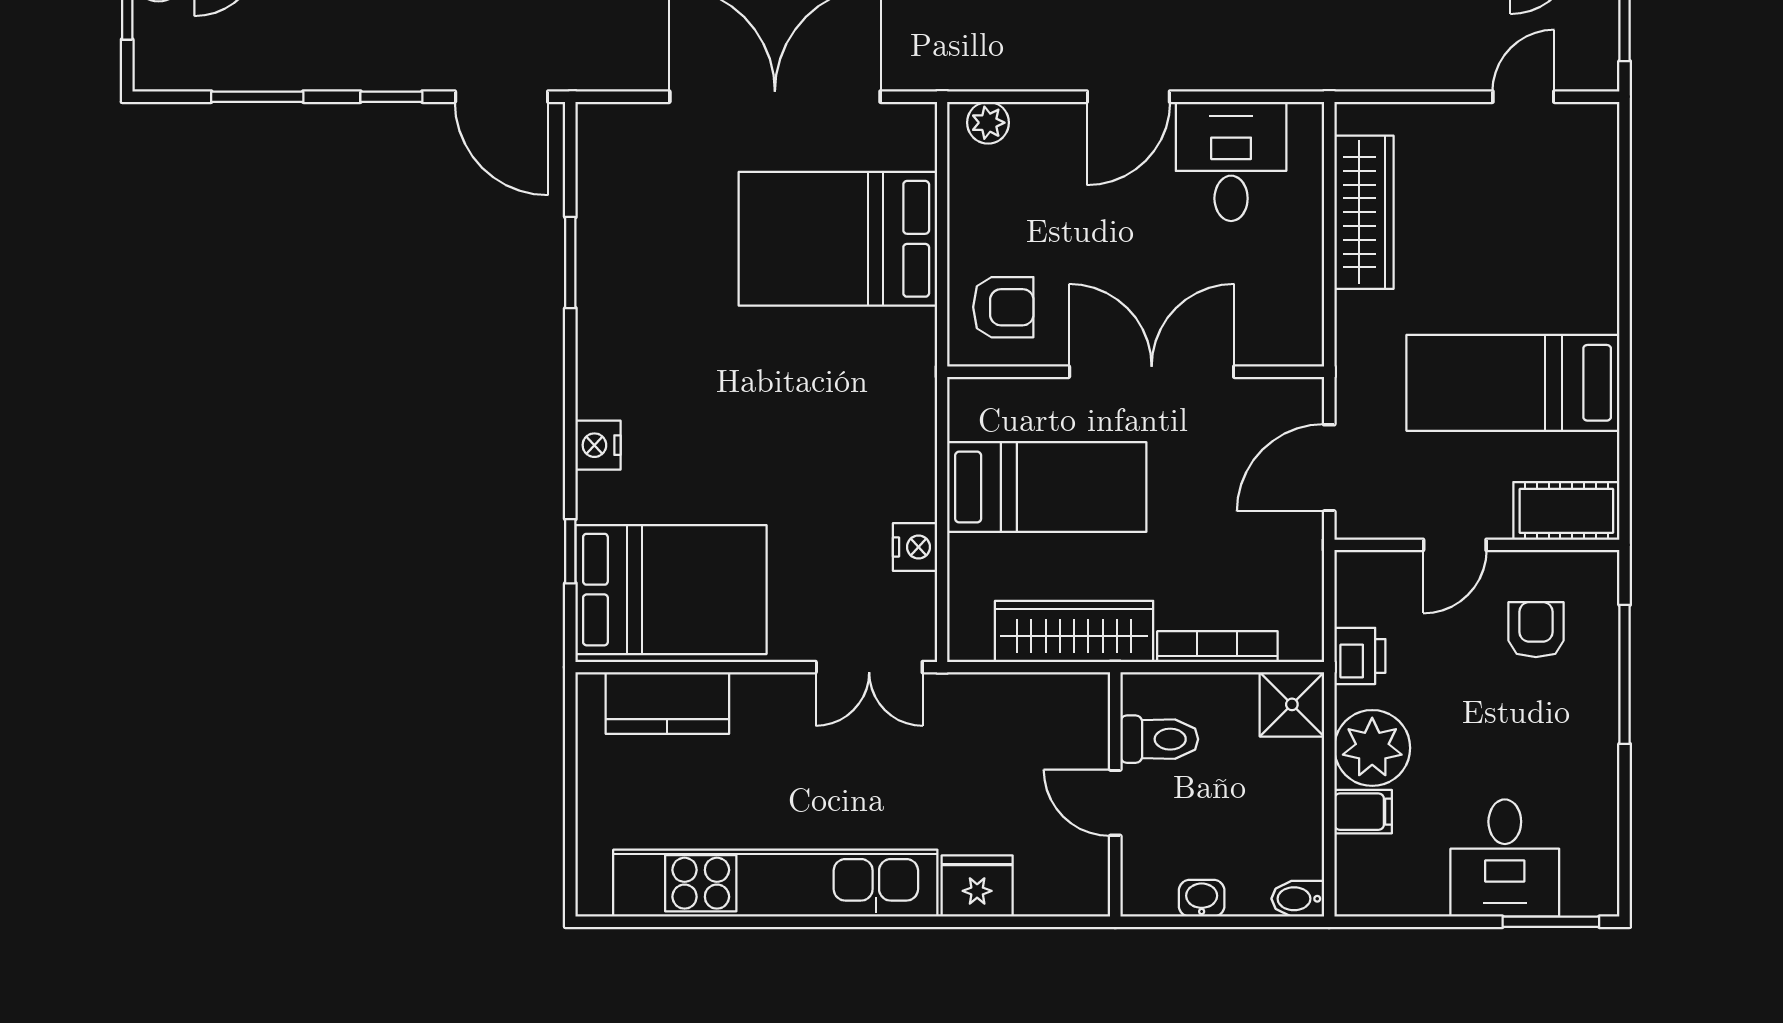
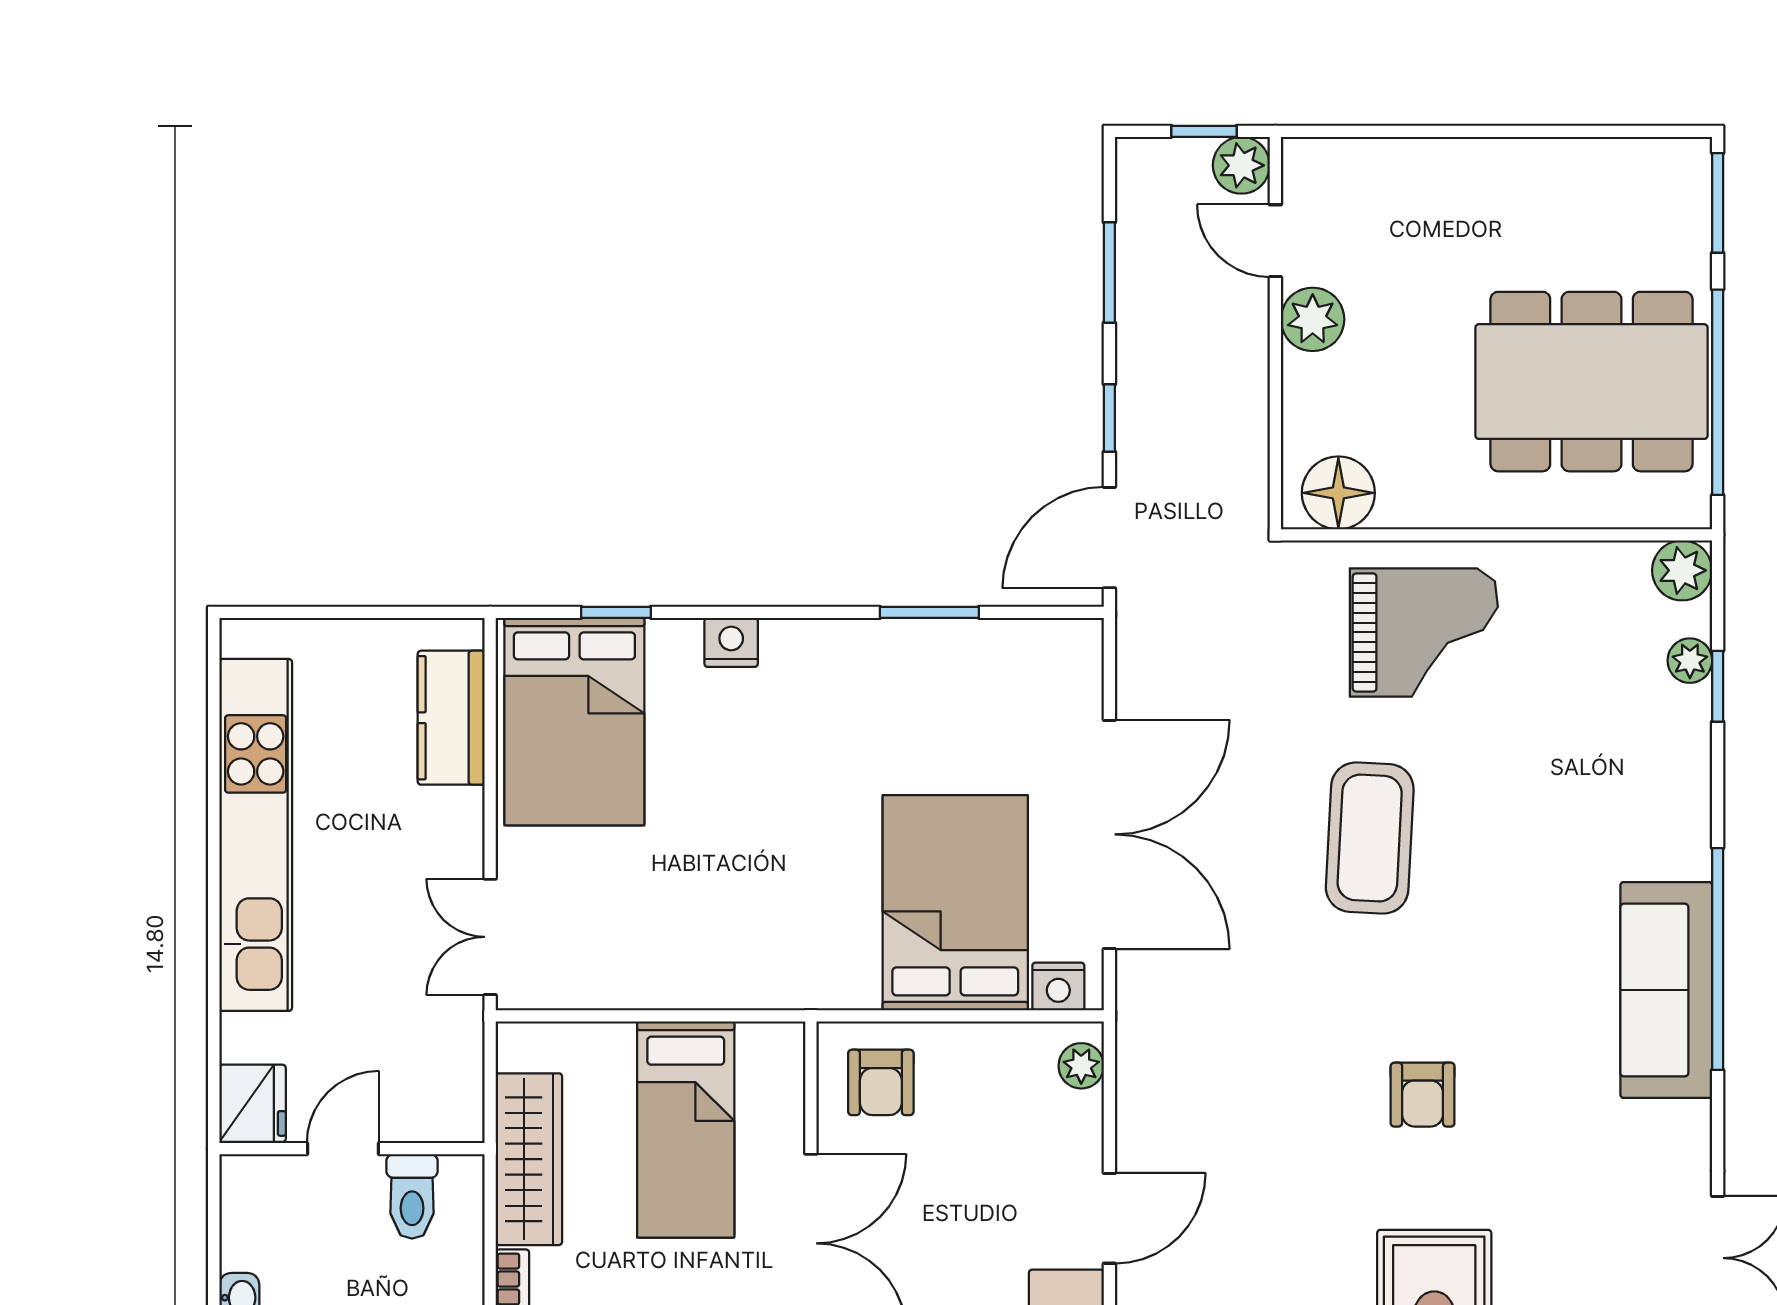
door: (1128, 97) -> (1109, 1218), swing flipped
nightstand: (915, 547) -> (1058, 986), moved
toilet: (1159, 739) -> (412, 1196), moved
wall: (1115, 794) -> (352, 1149), moved
door: (1115, 803) -> (343, 1149), moved
fridge: (977, 886) -> (253, 1103), moved

